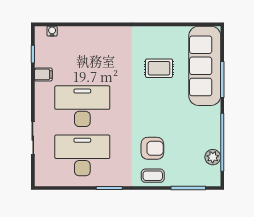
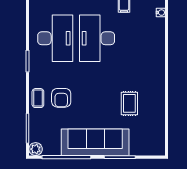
sofa: (205, 66) -> (95, 142), moved
desk: (82, 106) -> (97, 38), turned 180
plant: (213, 157) -> (36, 149), moved

